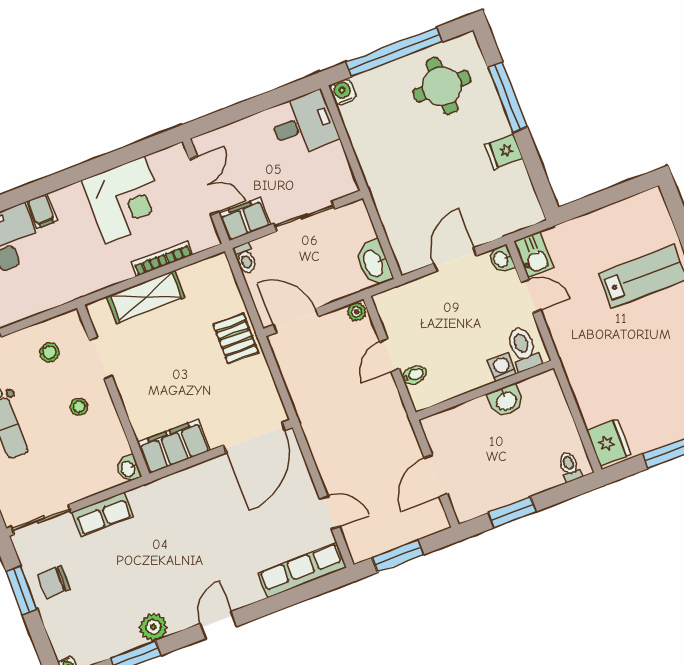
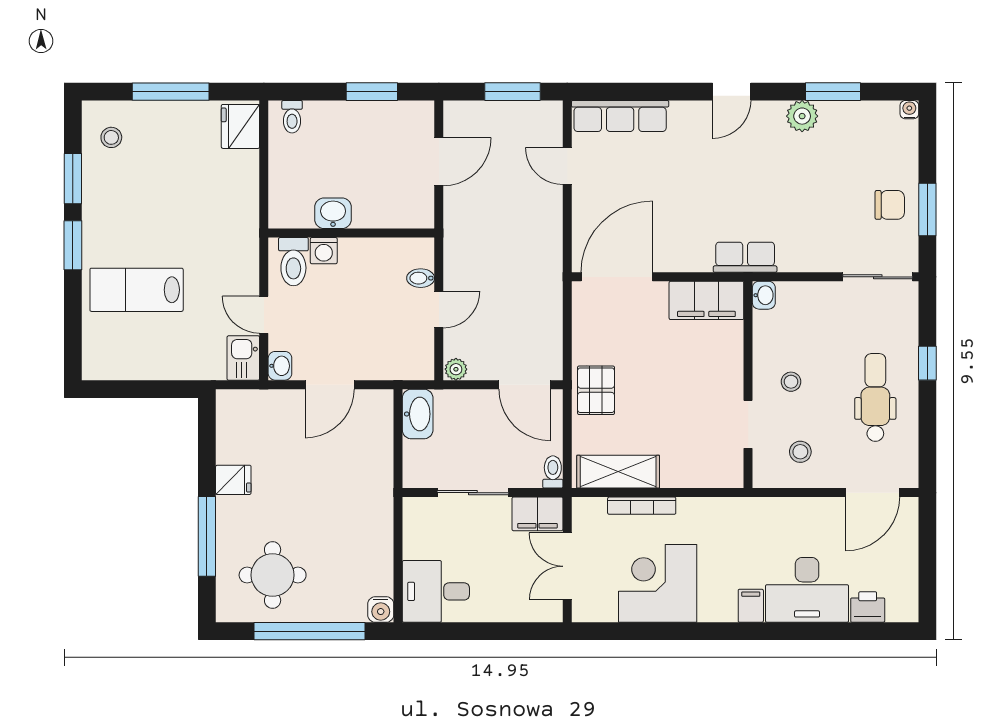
shelving: (146, 297) -> (618, 472), moved
row of seats: (103, 514) -> (745, 257), moved

